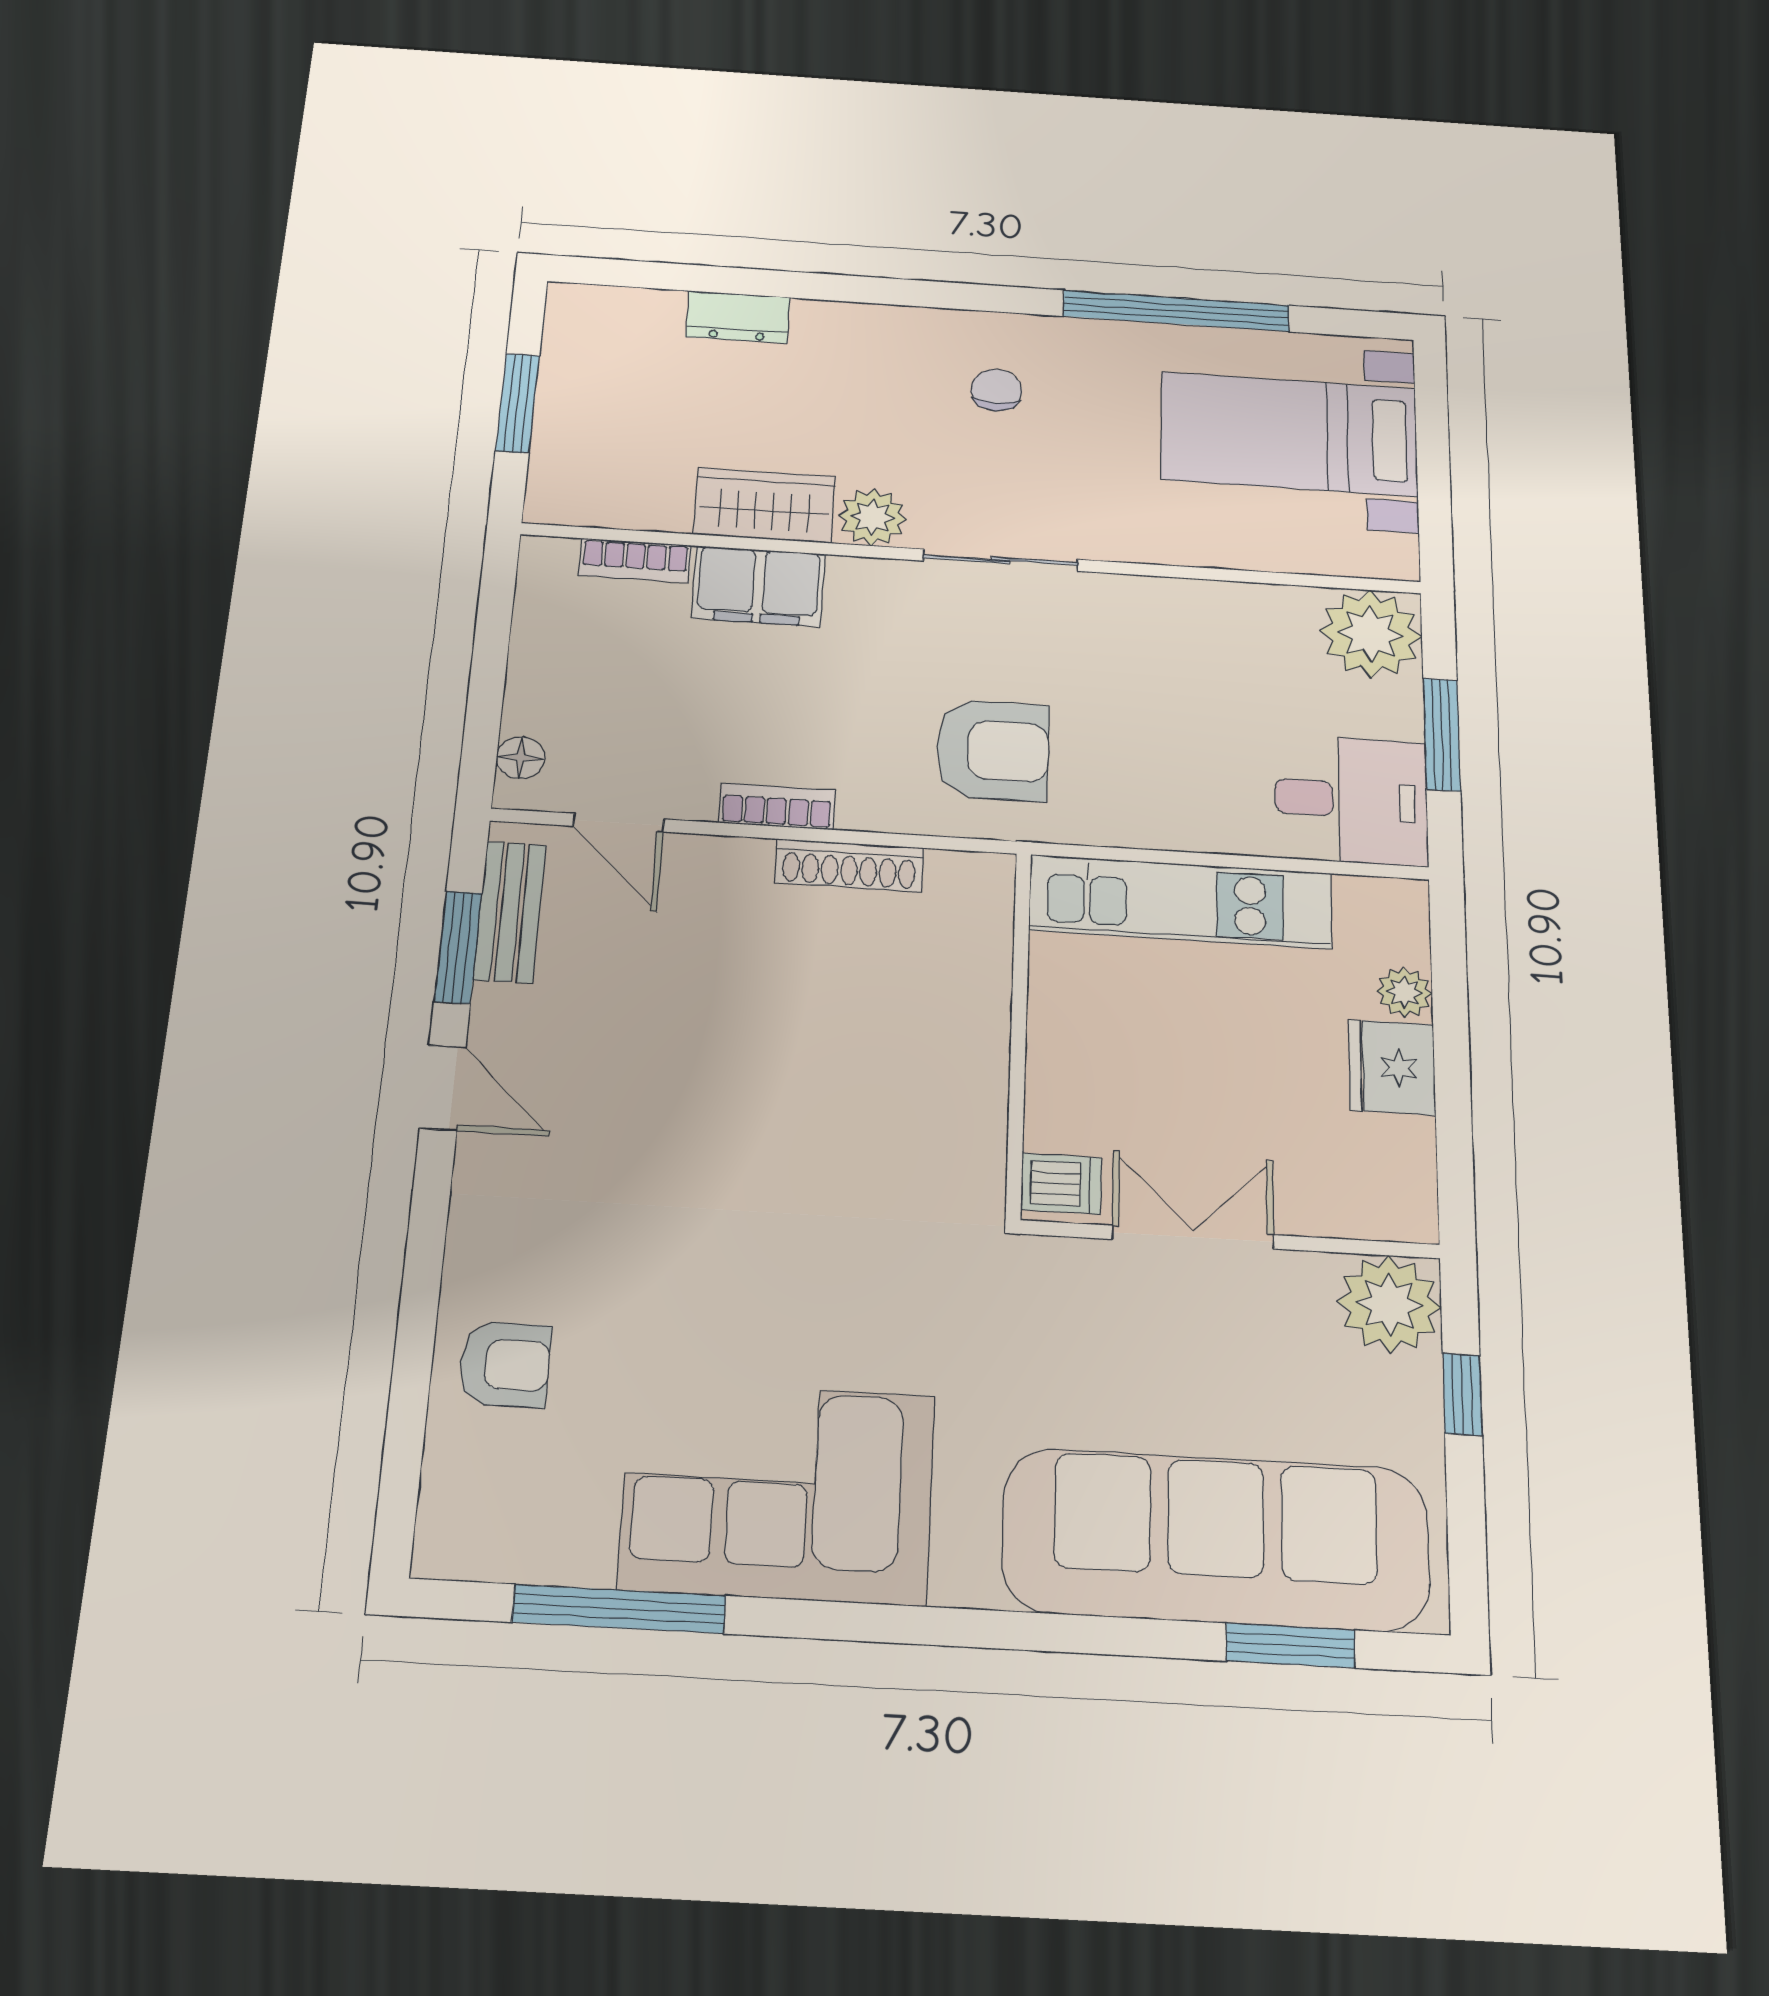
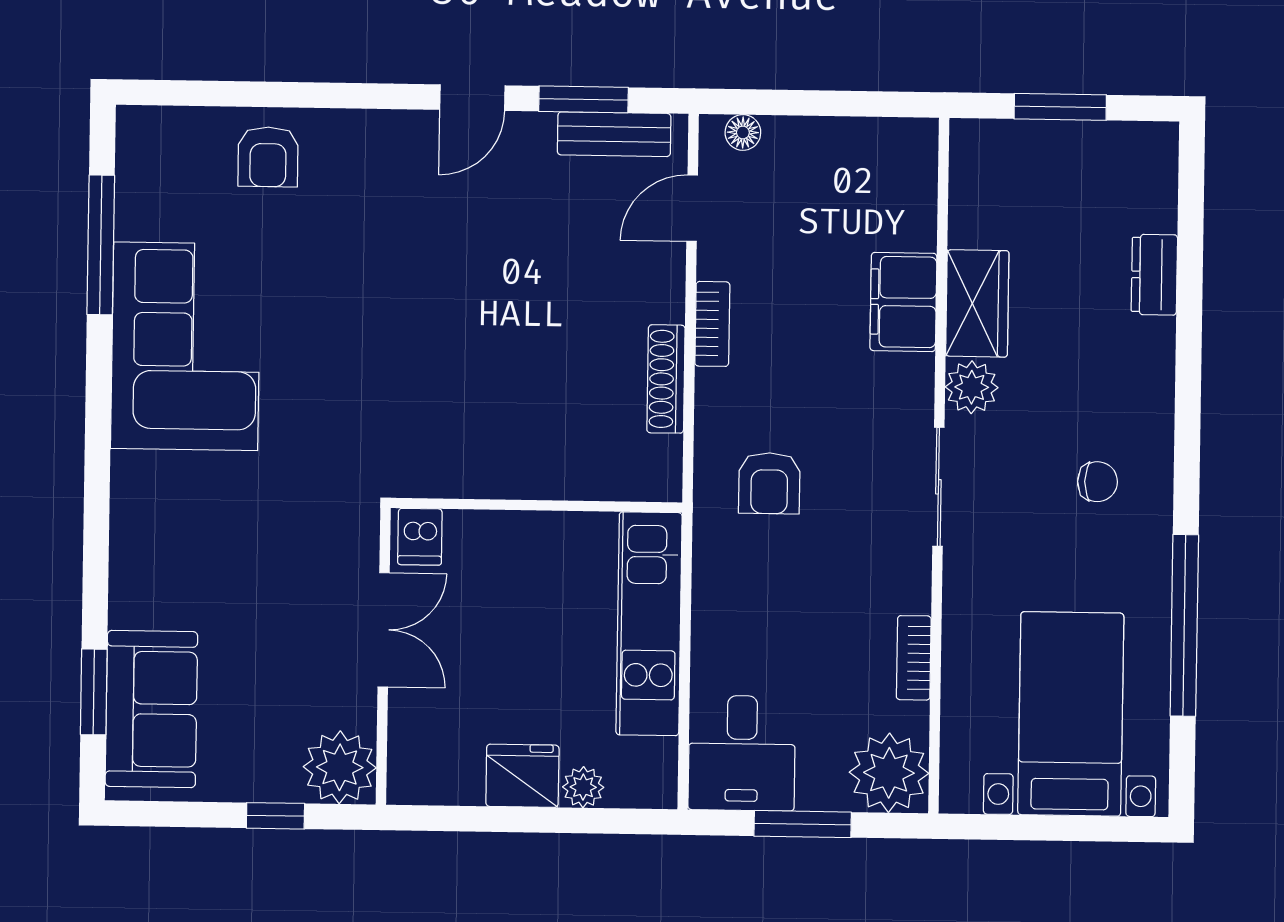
bookcase: (635, 560) -> (914, 658), moved
armchair: (993, 750) -> (769, 483), width x0.72, depth x0.72
sofa: (1216, 1540) -> (151, 709), width x0.54, depth x0.79

